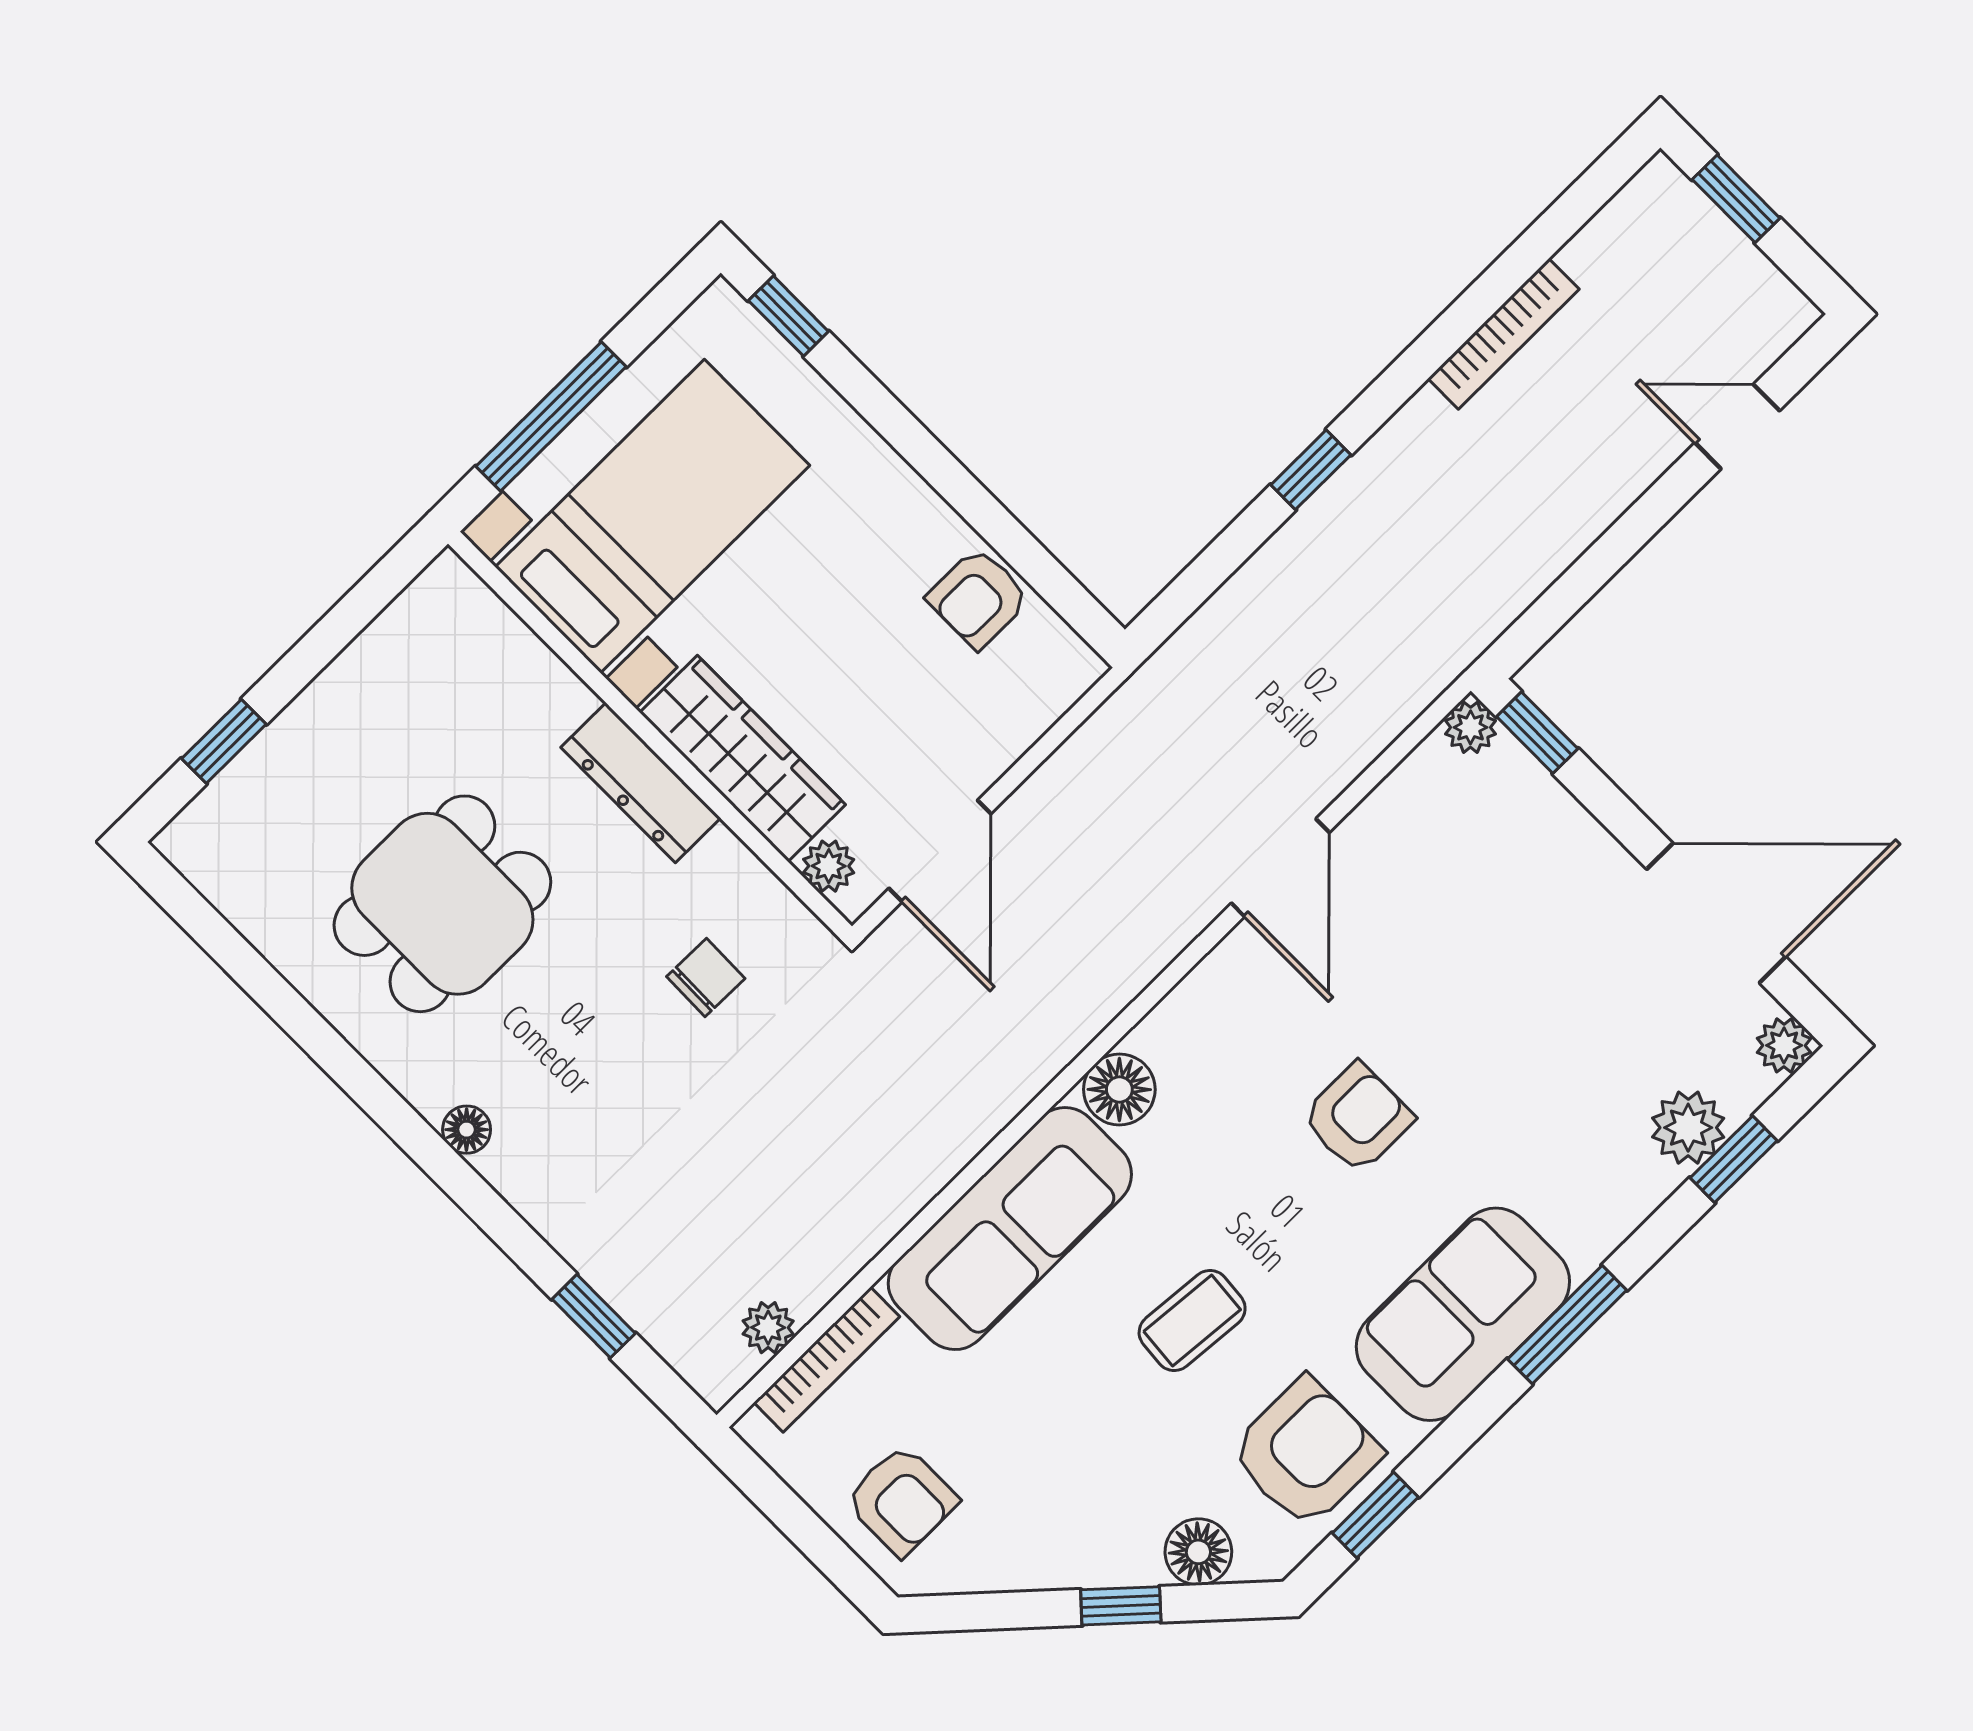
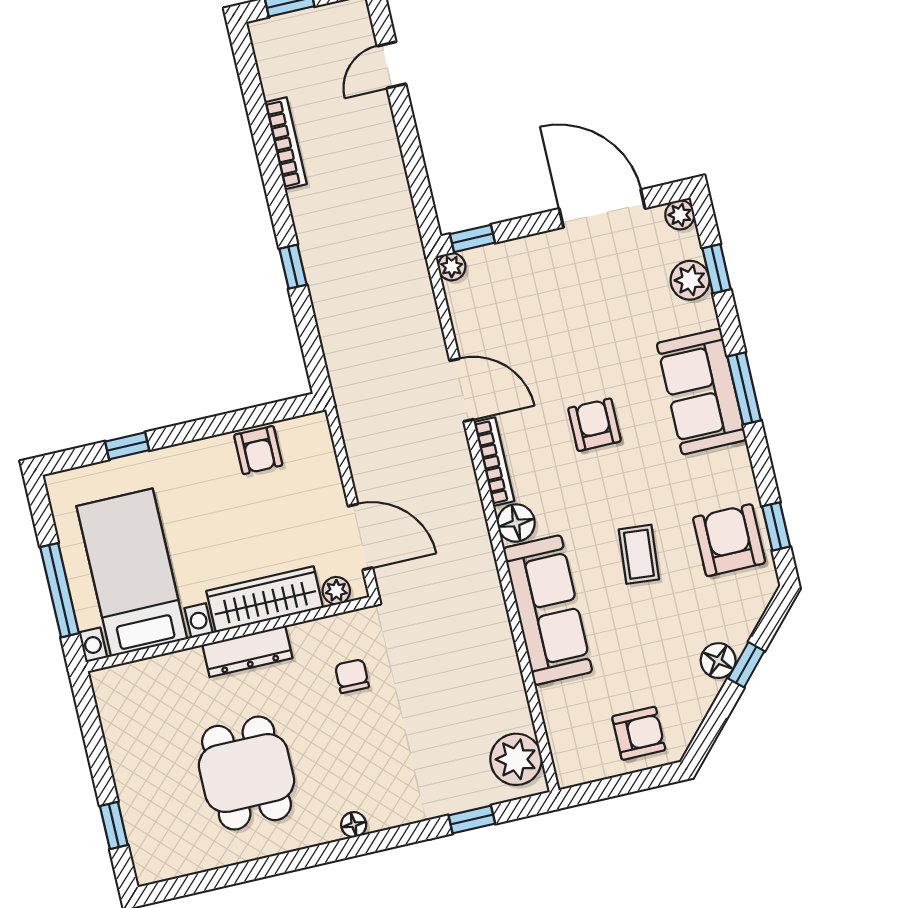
window: (788, 316) -> (127, 446), moved
door: (1716, 913) -> (602, 208), hinge flipped
sofa: (1463, 1314) -> (702, 392), moved
plant: (768, 1328) -> (516, 759), width x1.87, depth x1.87
bookcase: (827, 1360) -> (494, 462), moved
floor lamp: (1198, 1552) -> (718, 661), moved

